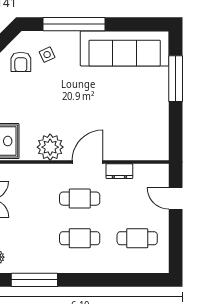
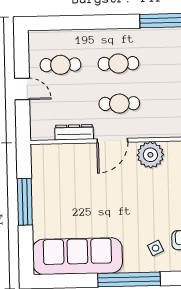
window: (176, 79) -> (25, 202), moved
dresser: (119, 171) -> (74, 132), width x1.44
door: (176, 198) -> (22, 89), moved

